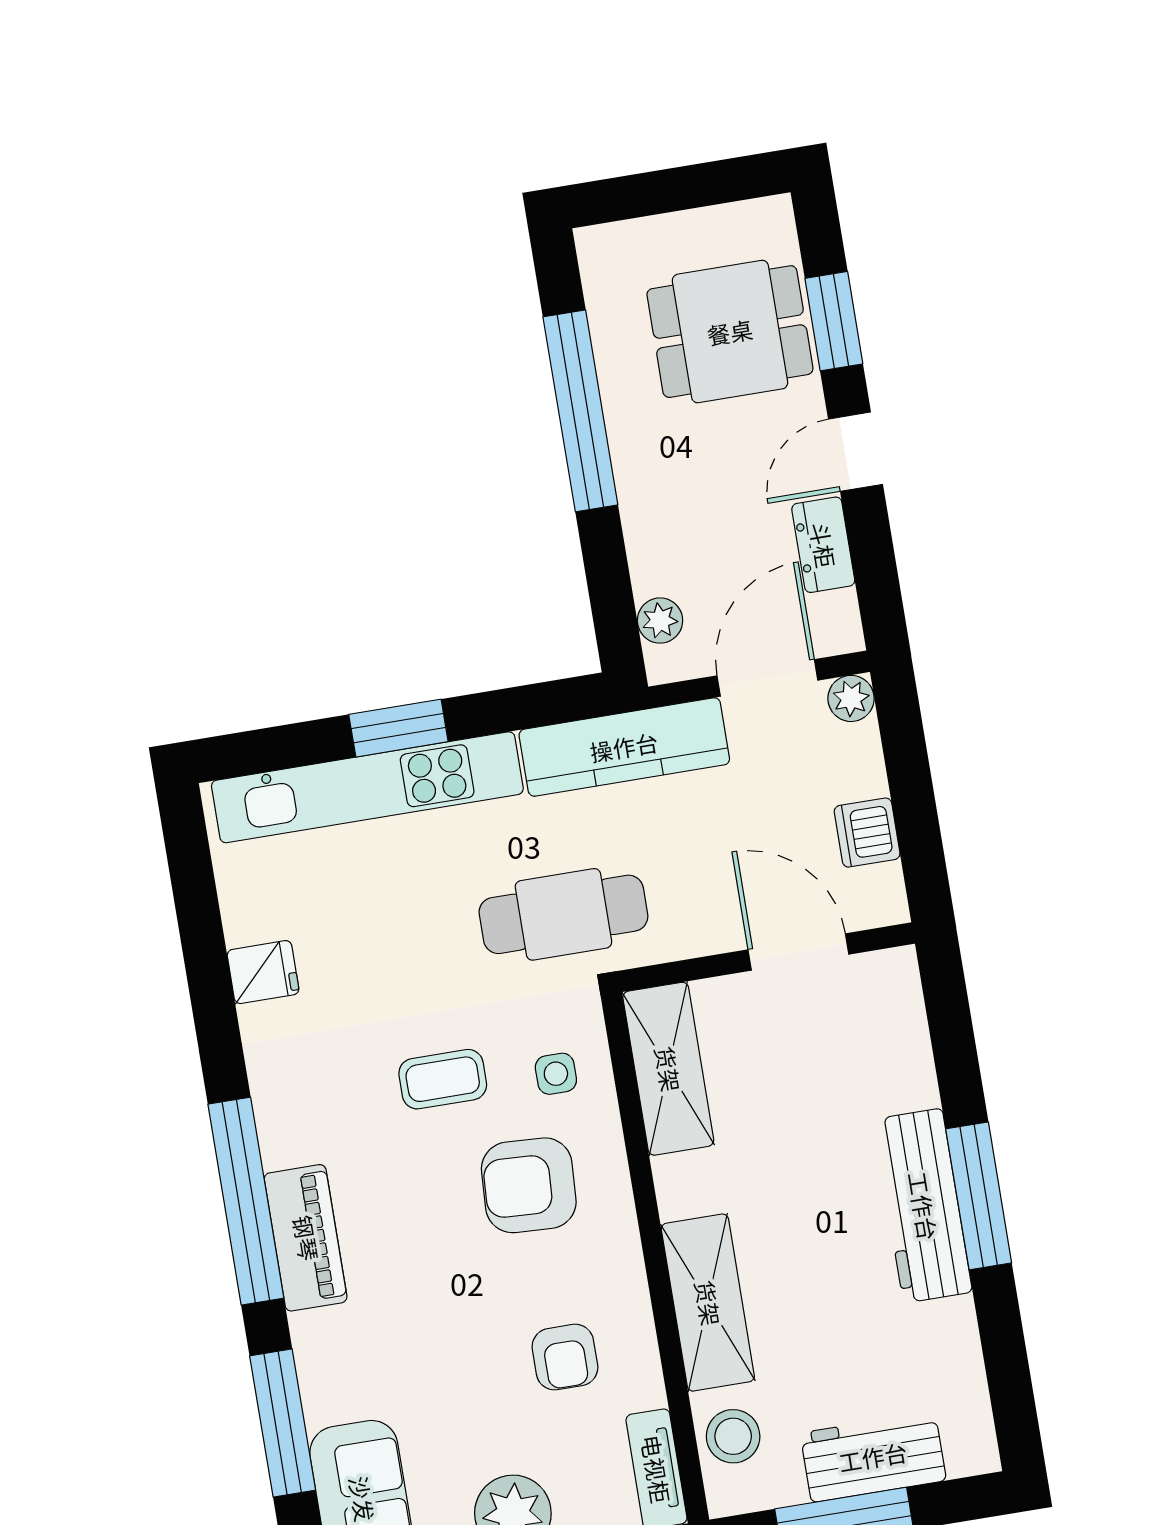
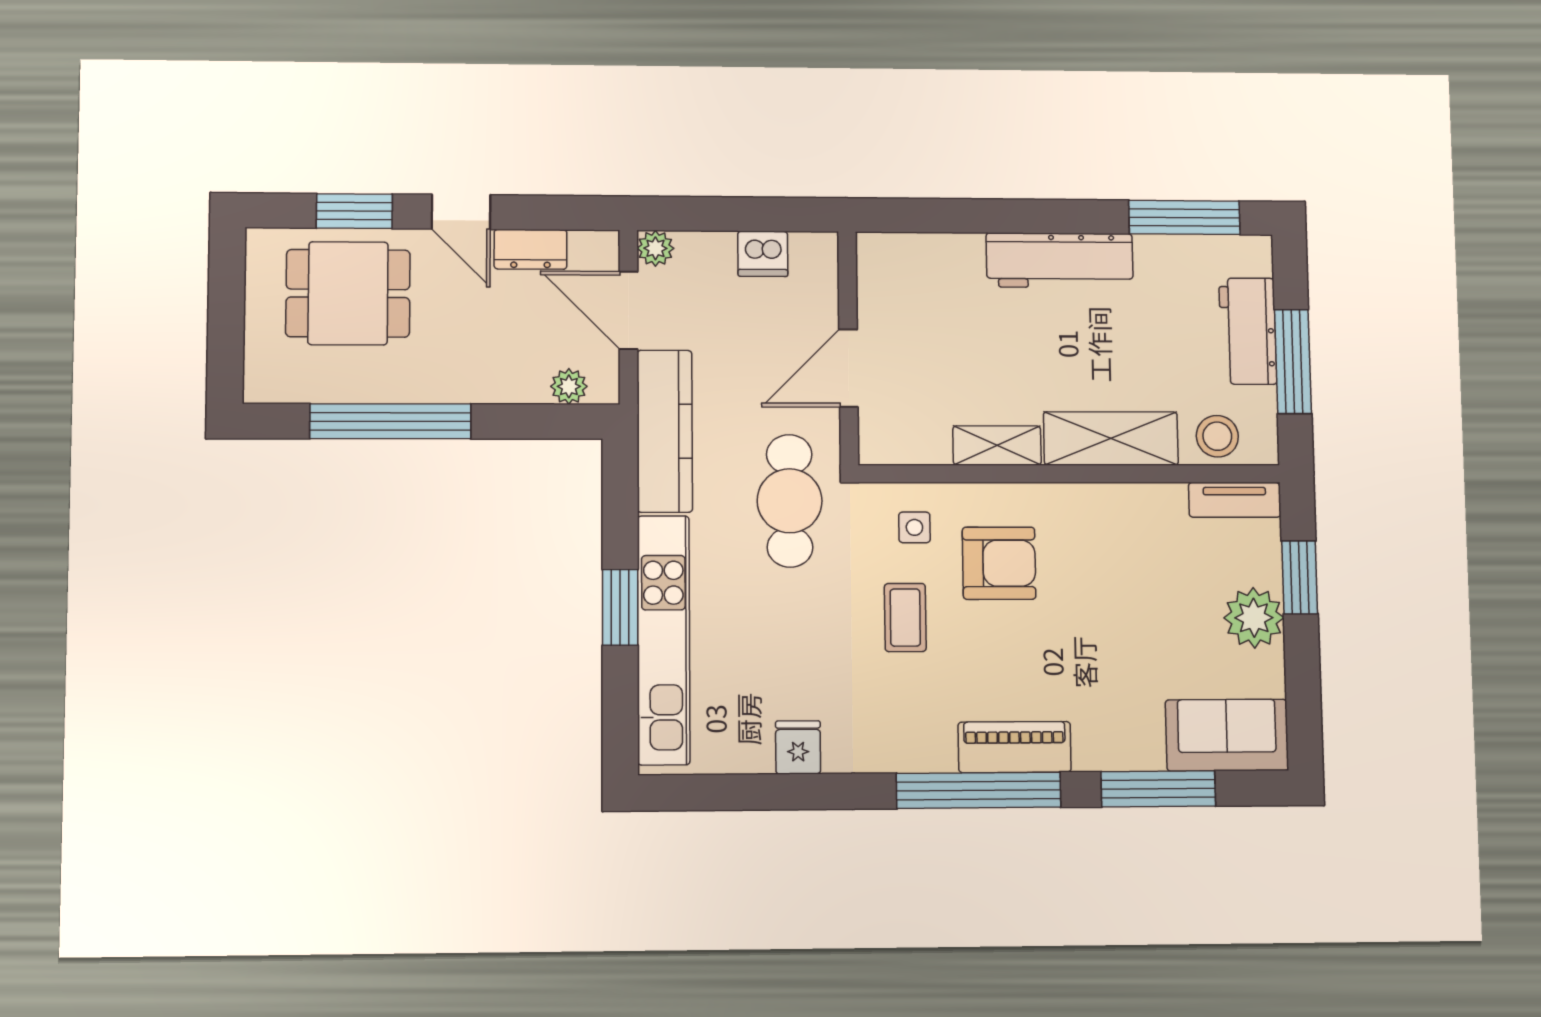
dining table: (730, 332) -> (348, 293), turned 90
door: (798, 952) -> (848, 368), moved
shelving: (668, 1069) -> (997, 445), moved, width x0.67, depth x0.75
armchair: (529, 1185) -> (999, 563), turned -93
window: (979, 1196) -> (1184, 217), moved
armchair: (565, 1357) -> (1138, 557), removed

